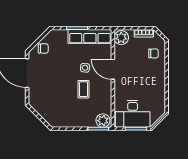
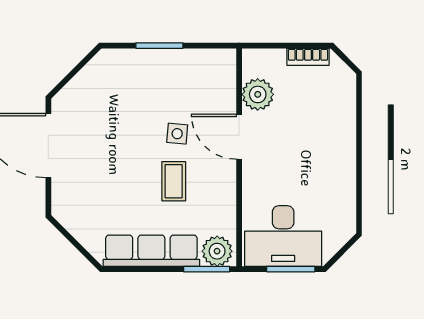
row of seats: (90, 36) -> (151, 251), moved, turned 180
plant: (121, 38) -> (258, 94), moved
chair: (43, 48) -> (84, 91), removed
chair: (153, 53) -> (330, 102), removed

